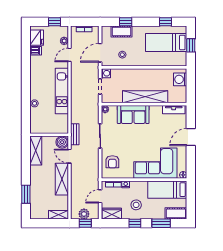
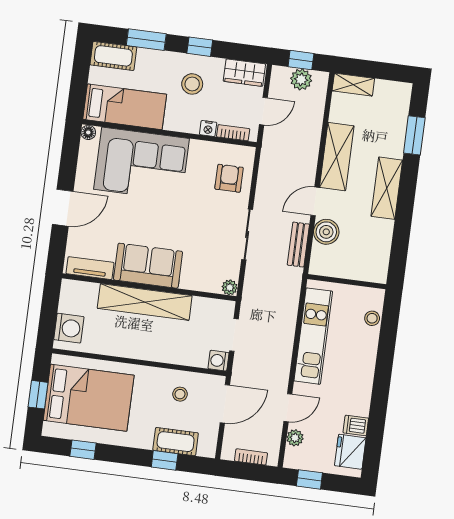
bed: (166, 42) -> (89, 398), width x1.50
sofa: (133, 115) -> (148, 266), moved
wall: (49, 135) -> (347, 282), moved
shelving: (36, 151) -> (387, 188), moved
door: (70, 156) -> (315, 201), swing flipped

